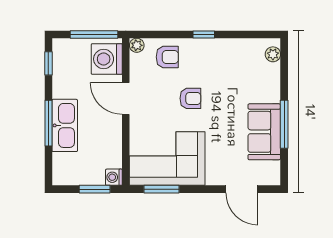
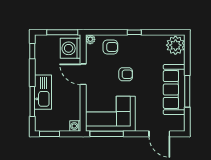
plant: (273, 54) -> (175, 45), width x1.87, depth x1.87
window: (48, 123) -> (32, 101), moved
sofa: (264, 132) -> (174, 90), width x1.36
window: (95, 189) -> (50, 134), moved
window: (161, 189) -> (107, 134), width x1.44

